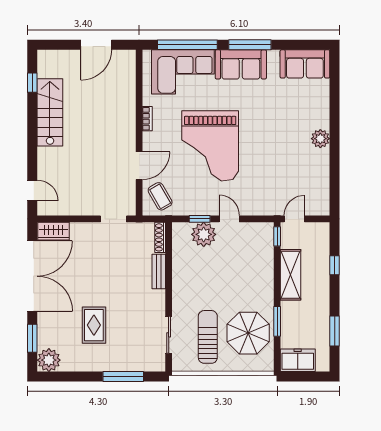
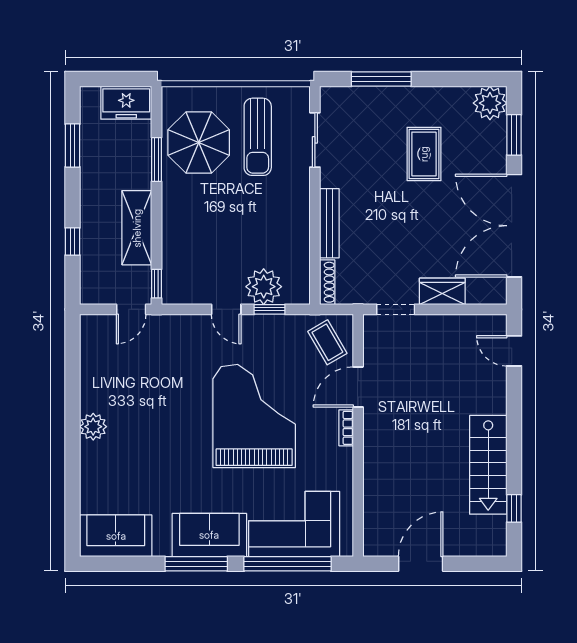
bookcase: (147, 119) -> (346, 428), moved
wardrobe: (54, 231) -> (442, 291), moved
bench: (159, 271) -> (329, 223), width x1.36

